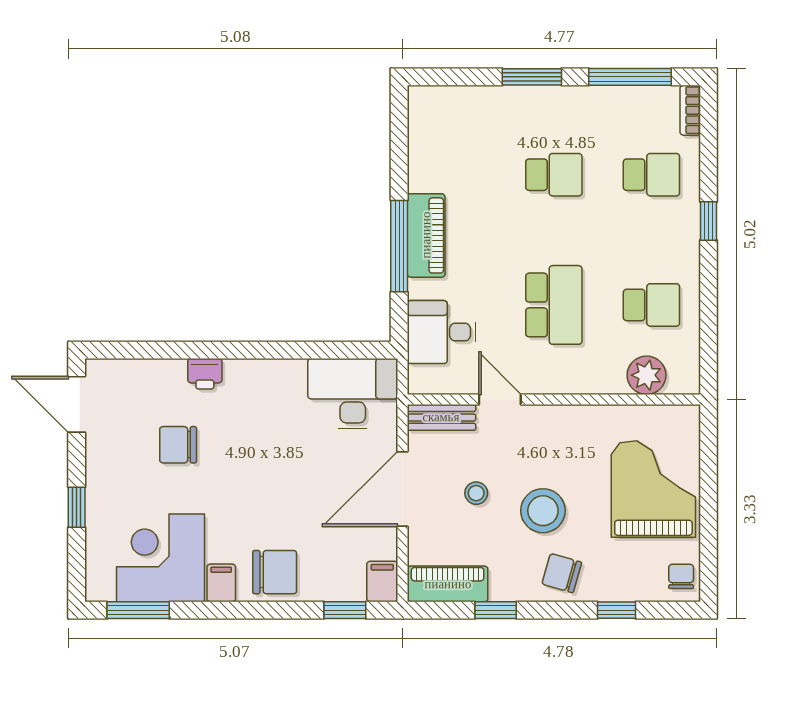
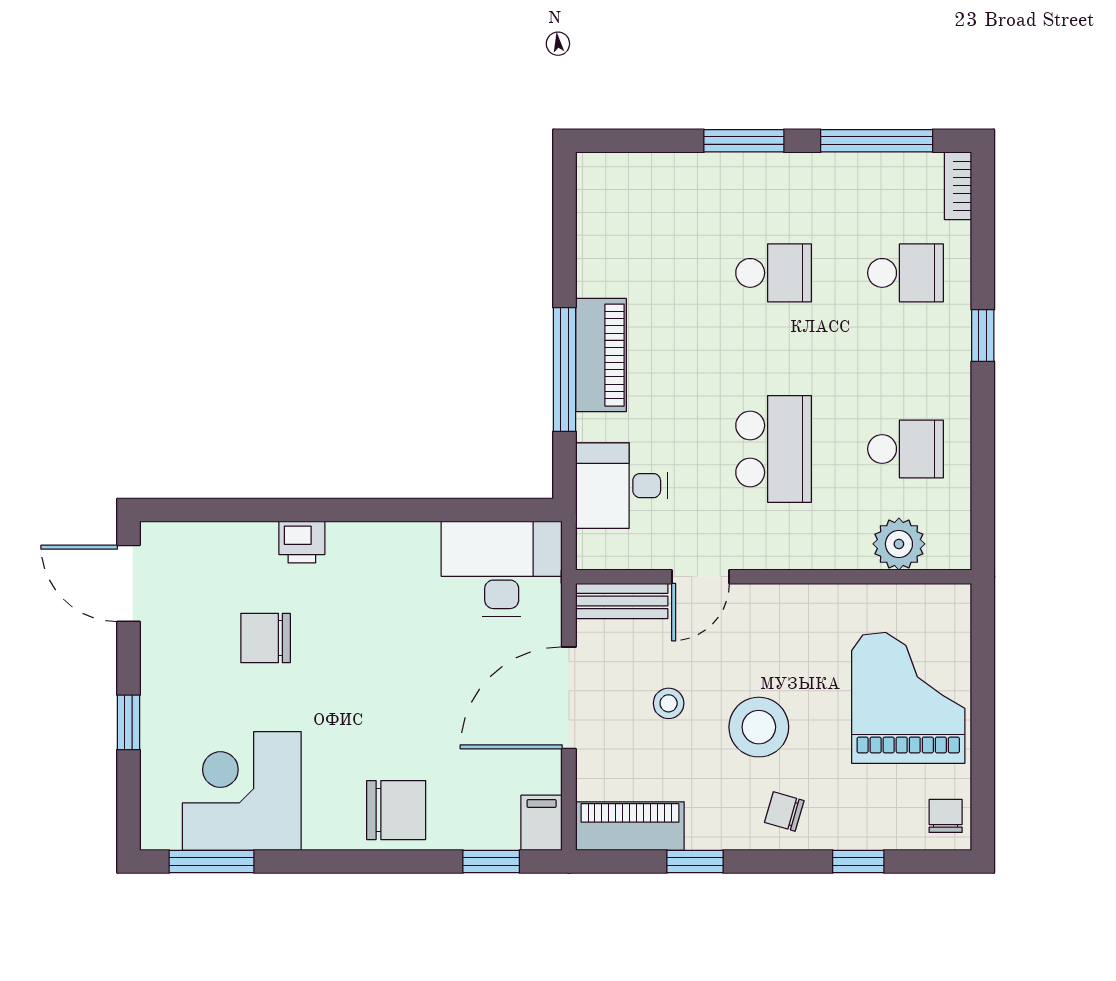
door: (500, 399) -> (701, 577), swing flipped
chair: (562, 573) -> (784, 811), width x0.73, depth x0.73
filing cabinet: (221, 583) -> (324, 825), removed

